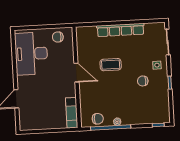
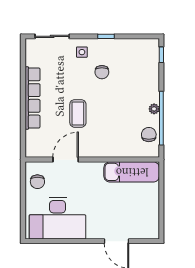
door: (76, 73) -> (66, 160), moved
exam couch: (72, 113) -> (132, 172), width x1.36, depth x1.45

